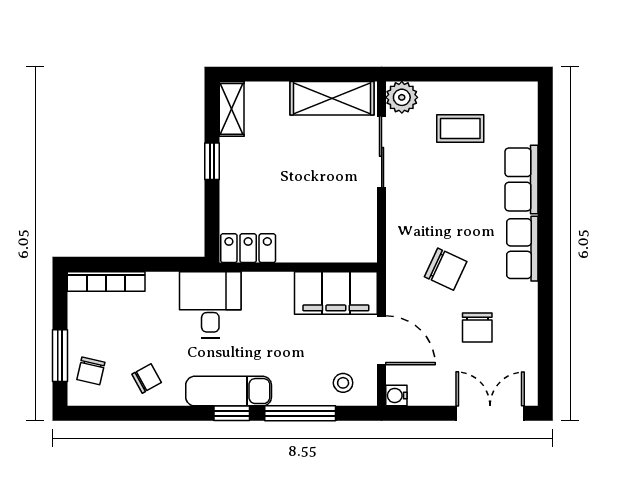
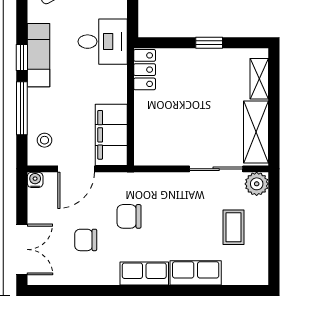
shelving: (232, 109) -> (259, 79), moved, turned 90
chair: (446, 269) -> (129, 216), turned 65

